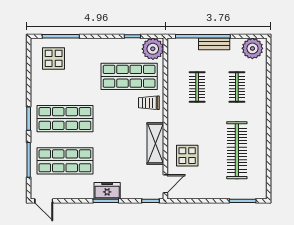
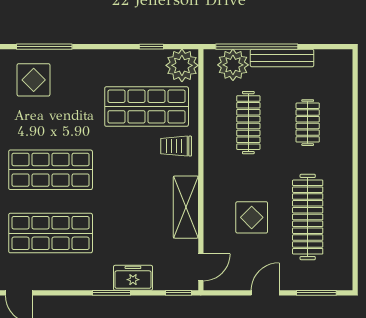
bench: (214, 44) -> (282, 58), width x1.36
plant: (252, 48) -> (233, 65), moved
clothes rail: (197, 87) -> (248, 123), width x1.36
display table: (187, 156) -> (252, 217), moved
freezer: (107, 191) -> (133, 278), moved
door: (208, 201) -> (265, 293), added

